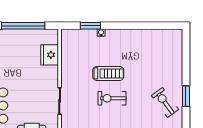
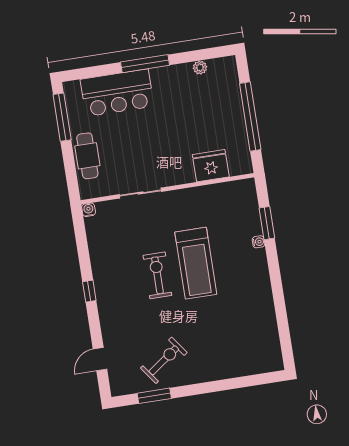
treadmill: (108, 73) -> (196, 263), width x1.37, depth x1.38
window: (186, 96) -> (154, 396), moved

